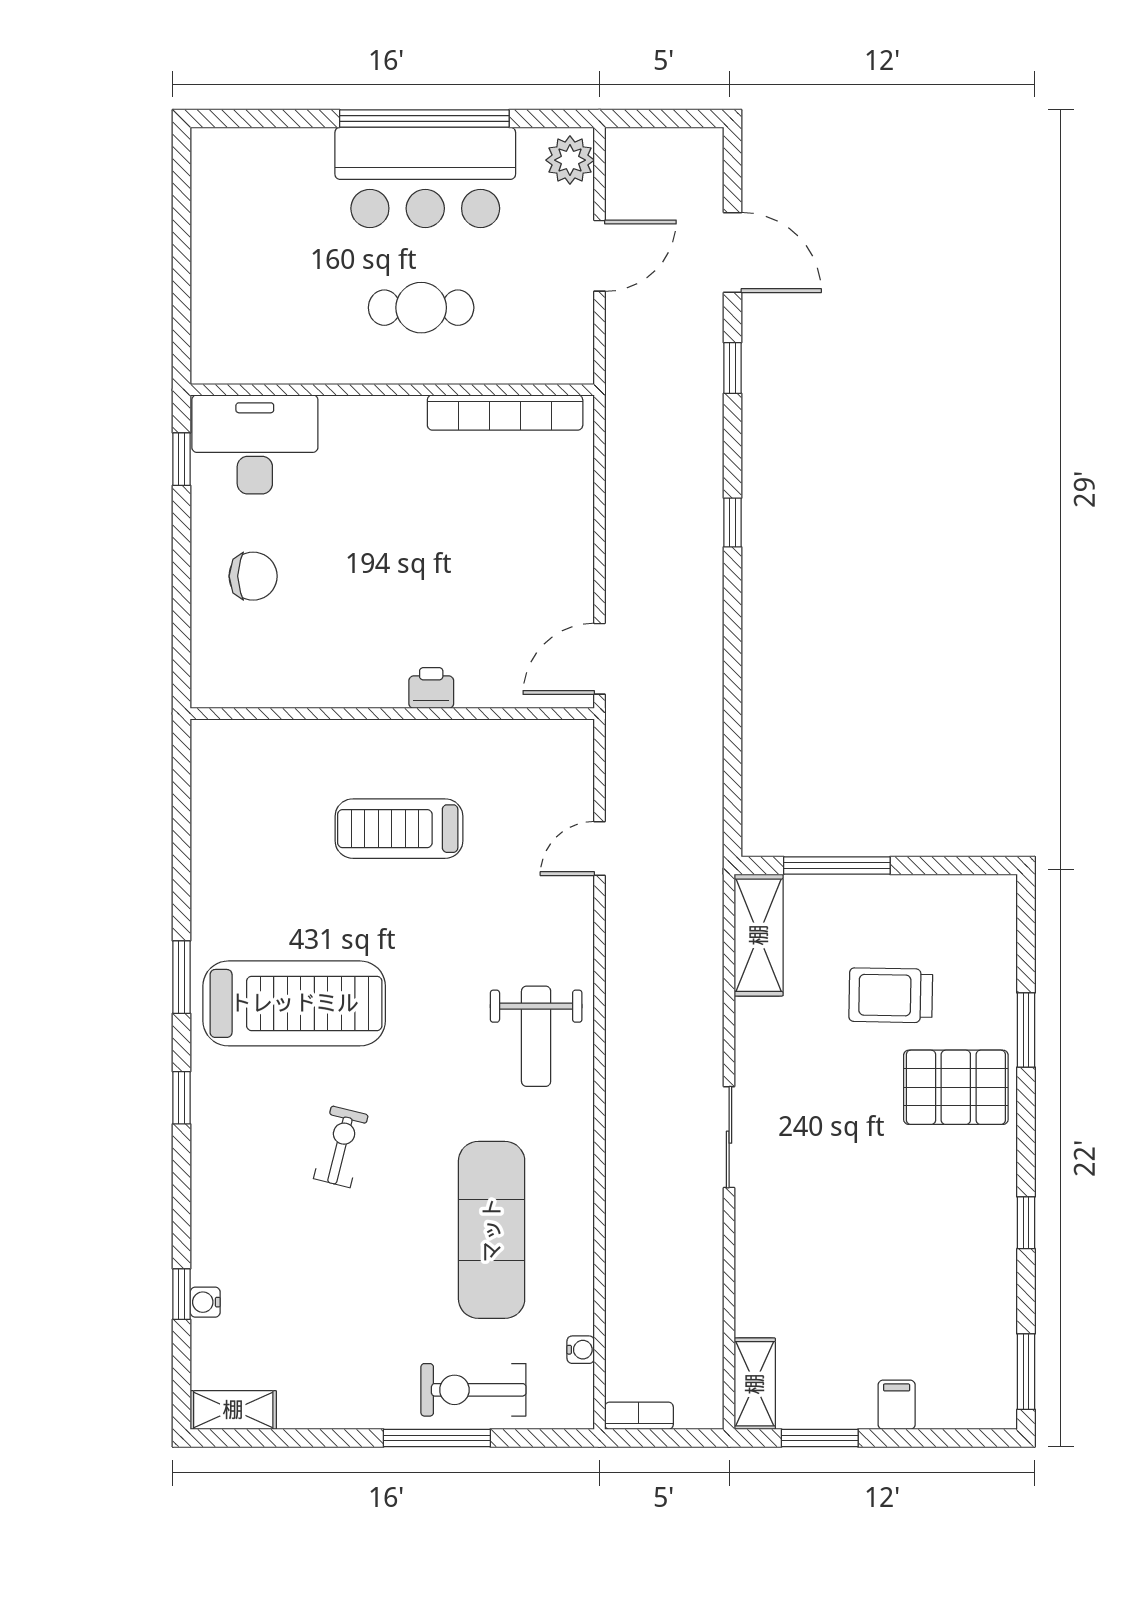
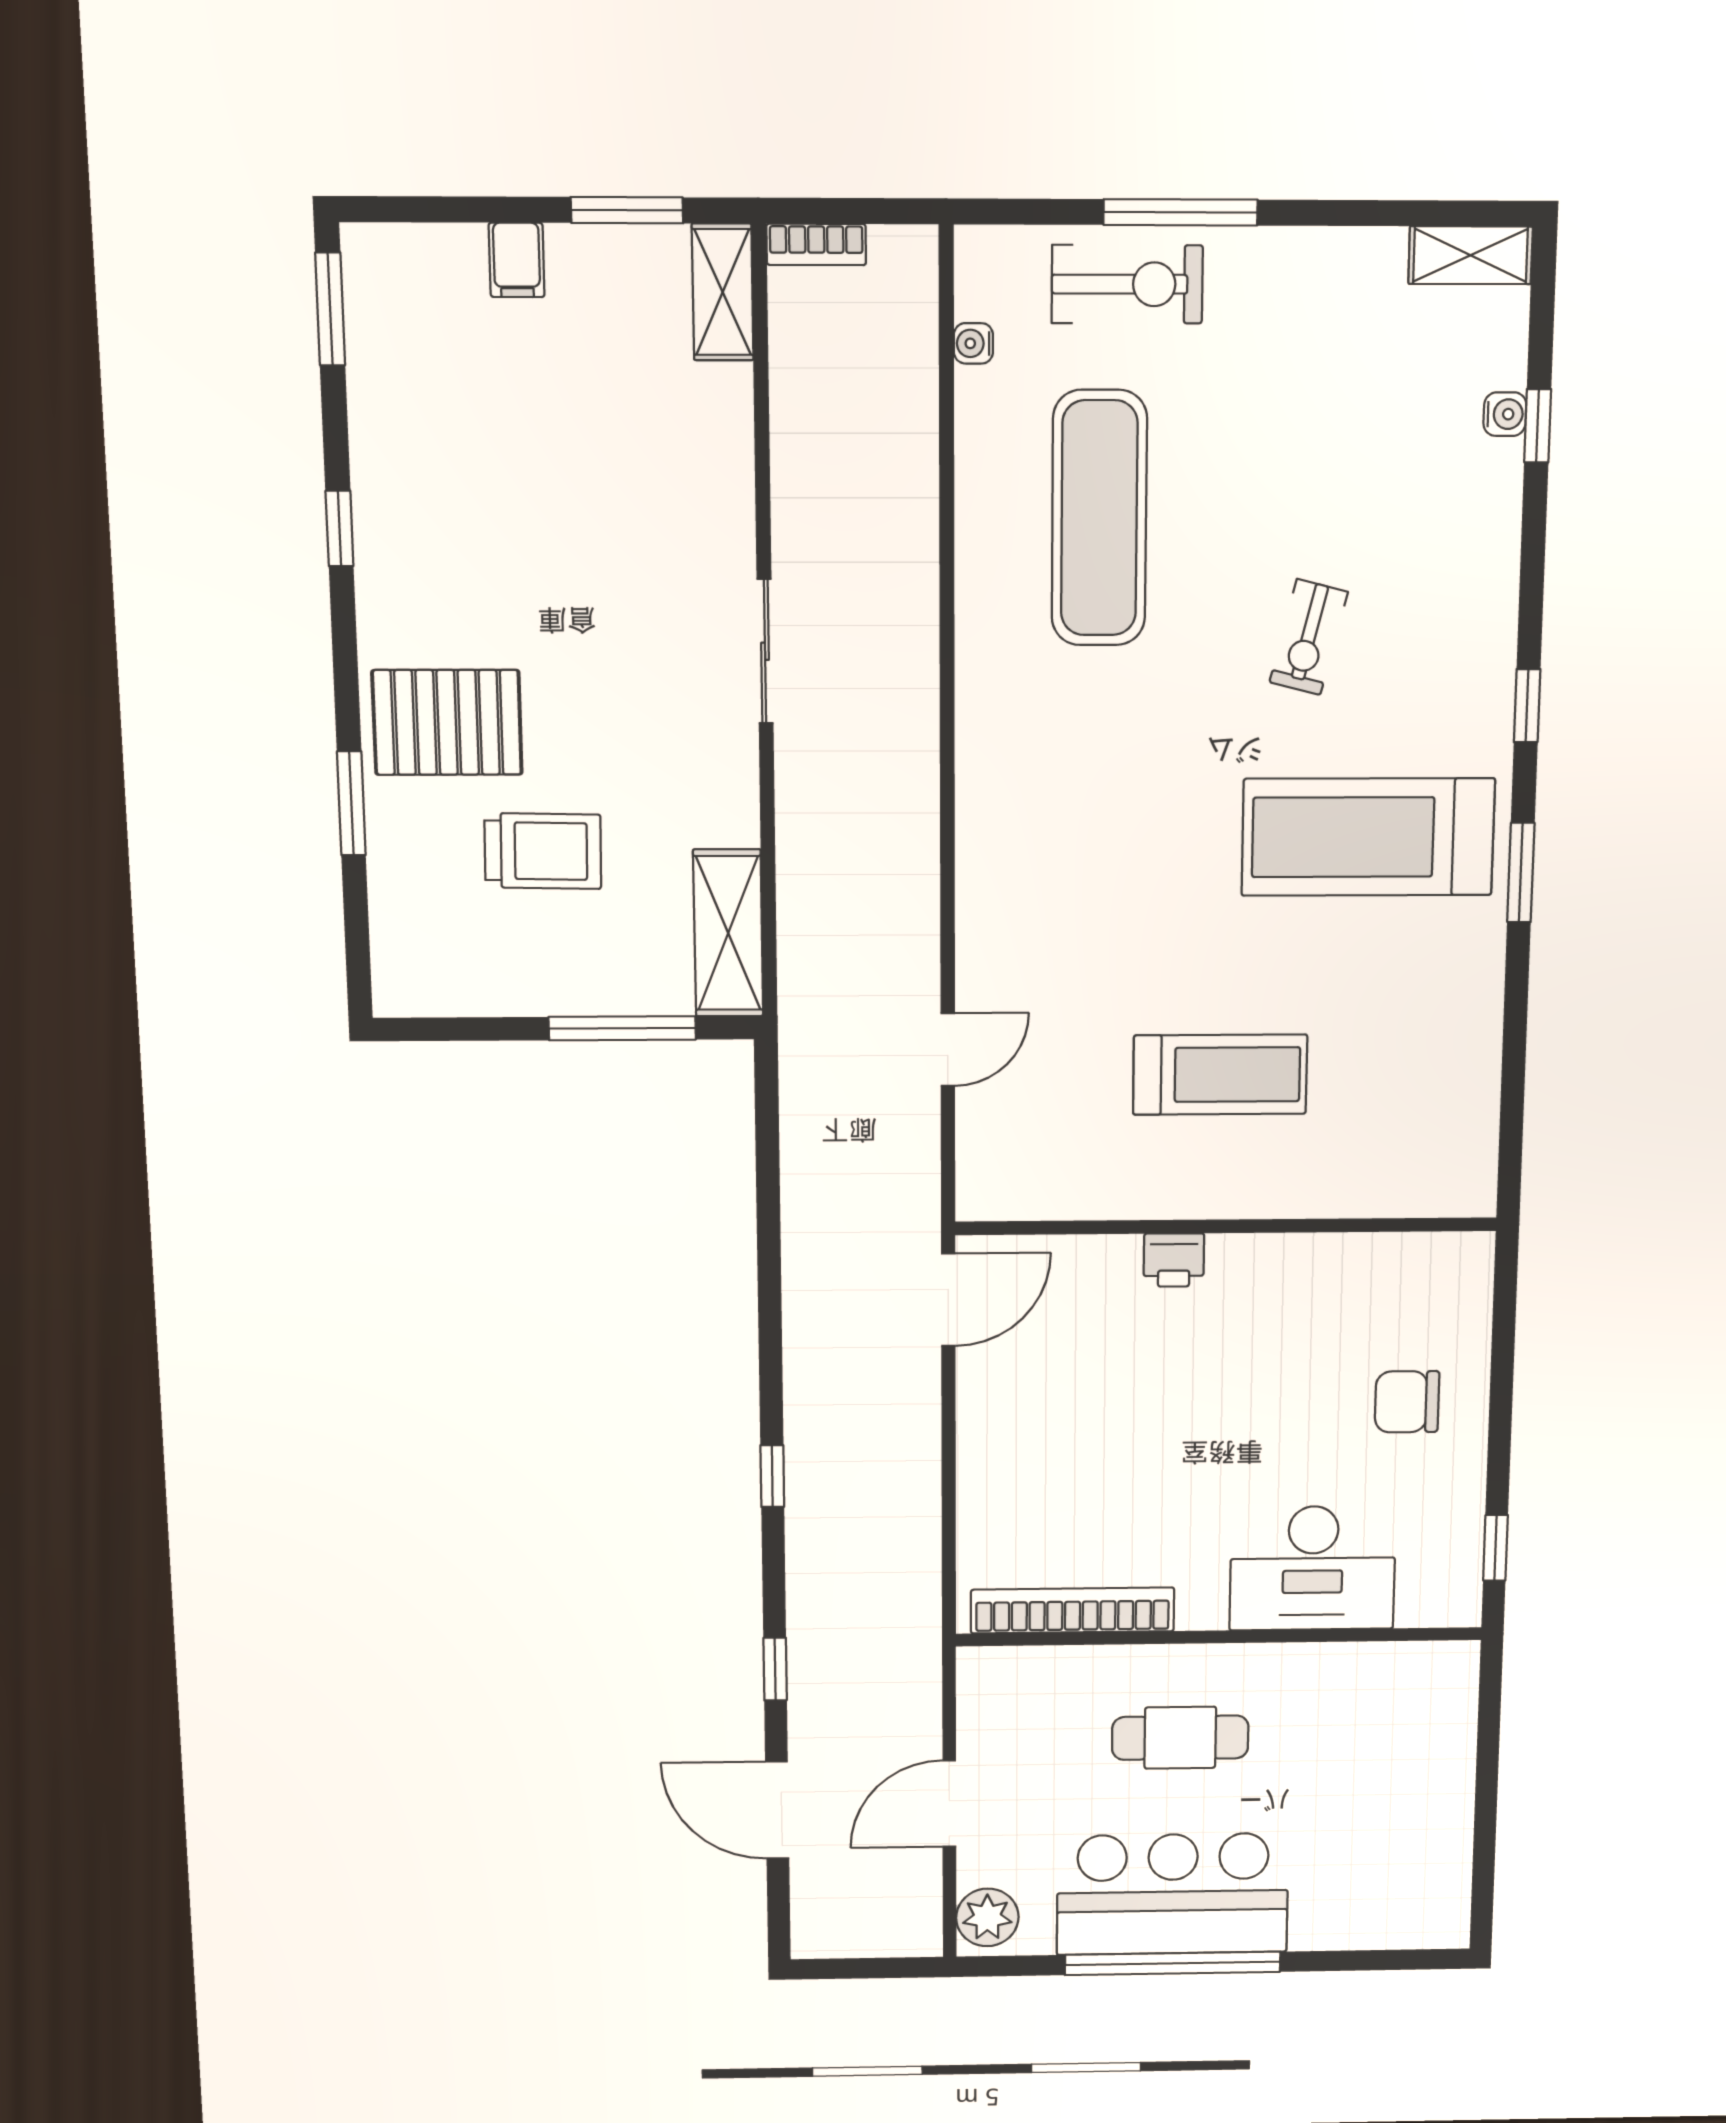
desk: (255, 444) -> (1313, 1568), moved
weight bench: (536, 1036) -> (1035, 793), removed
bookcase: (639, 1416) -> (816, 245), moved

